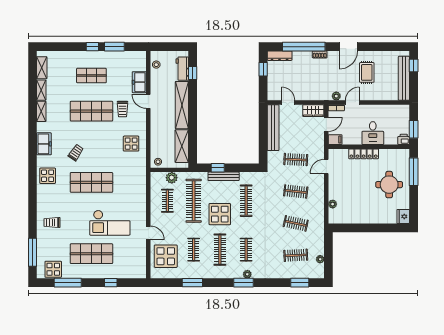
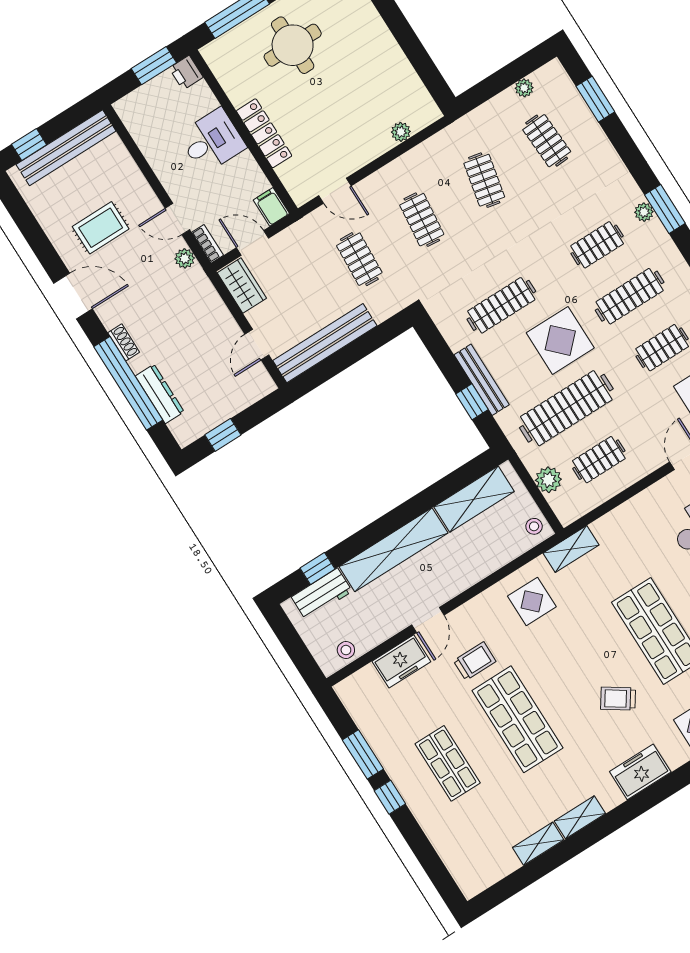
dresser: (280, 56) -> (160, 394), moved
shelving: (42, 68) -> (571, 549), moved

